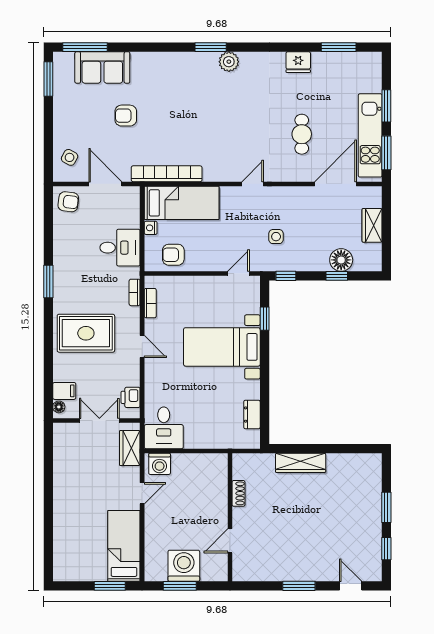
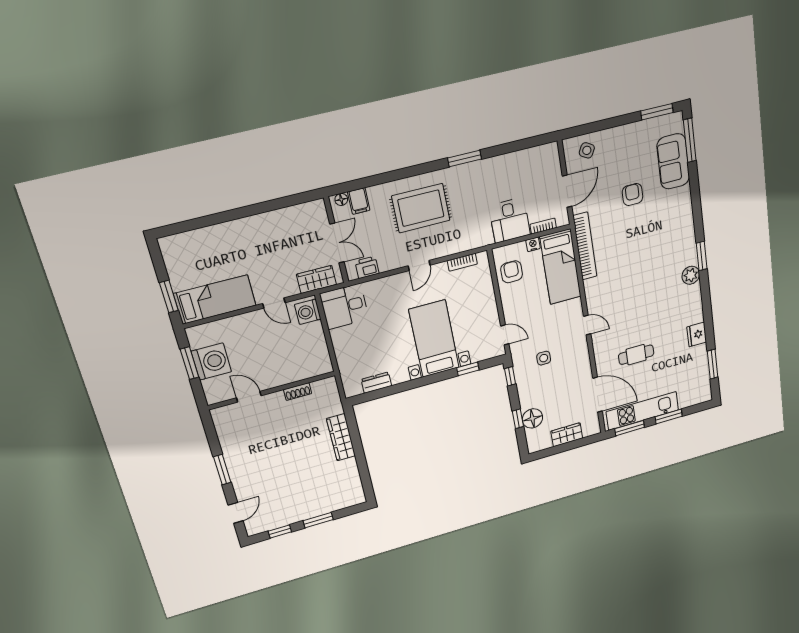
armchair: (68, 202) -> (545, 159), removed
bookcase: (135, 292) -> (543, 226), moved
rug: (86, 333) -> (421, 208), turned 90

